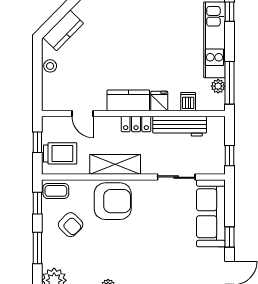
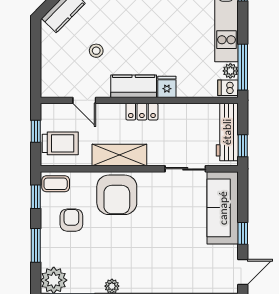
stool: (50, 66) -> (96, 51), moved
dishwasher: (188, 102) -> (228, 88), moved, turned -90
workbench: (180, 126) -> (227, 132), moved, turned 90
armchair: (113, 201) -> (117, 195), turned 90
armchair: (71, 225) -> (71, 220), turned -135

